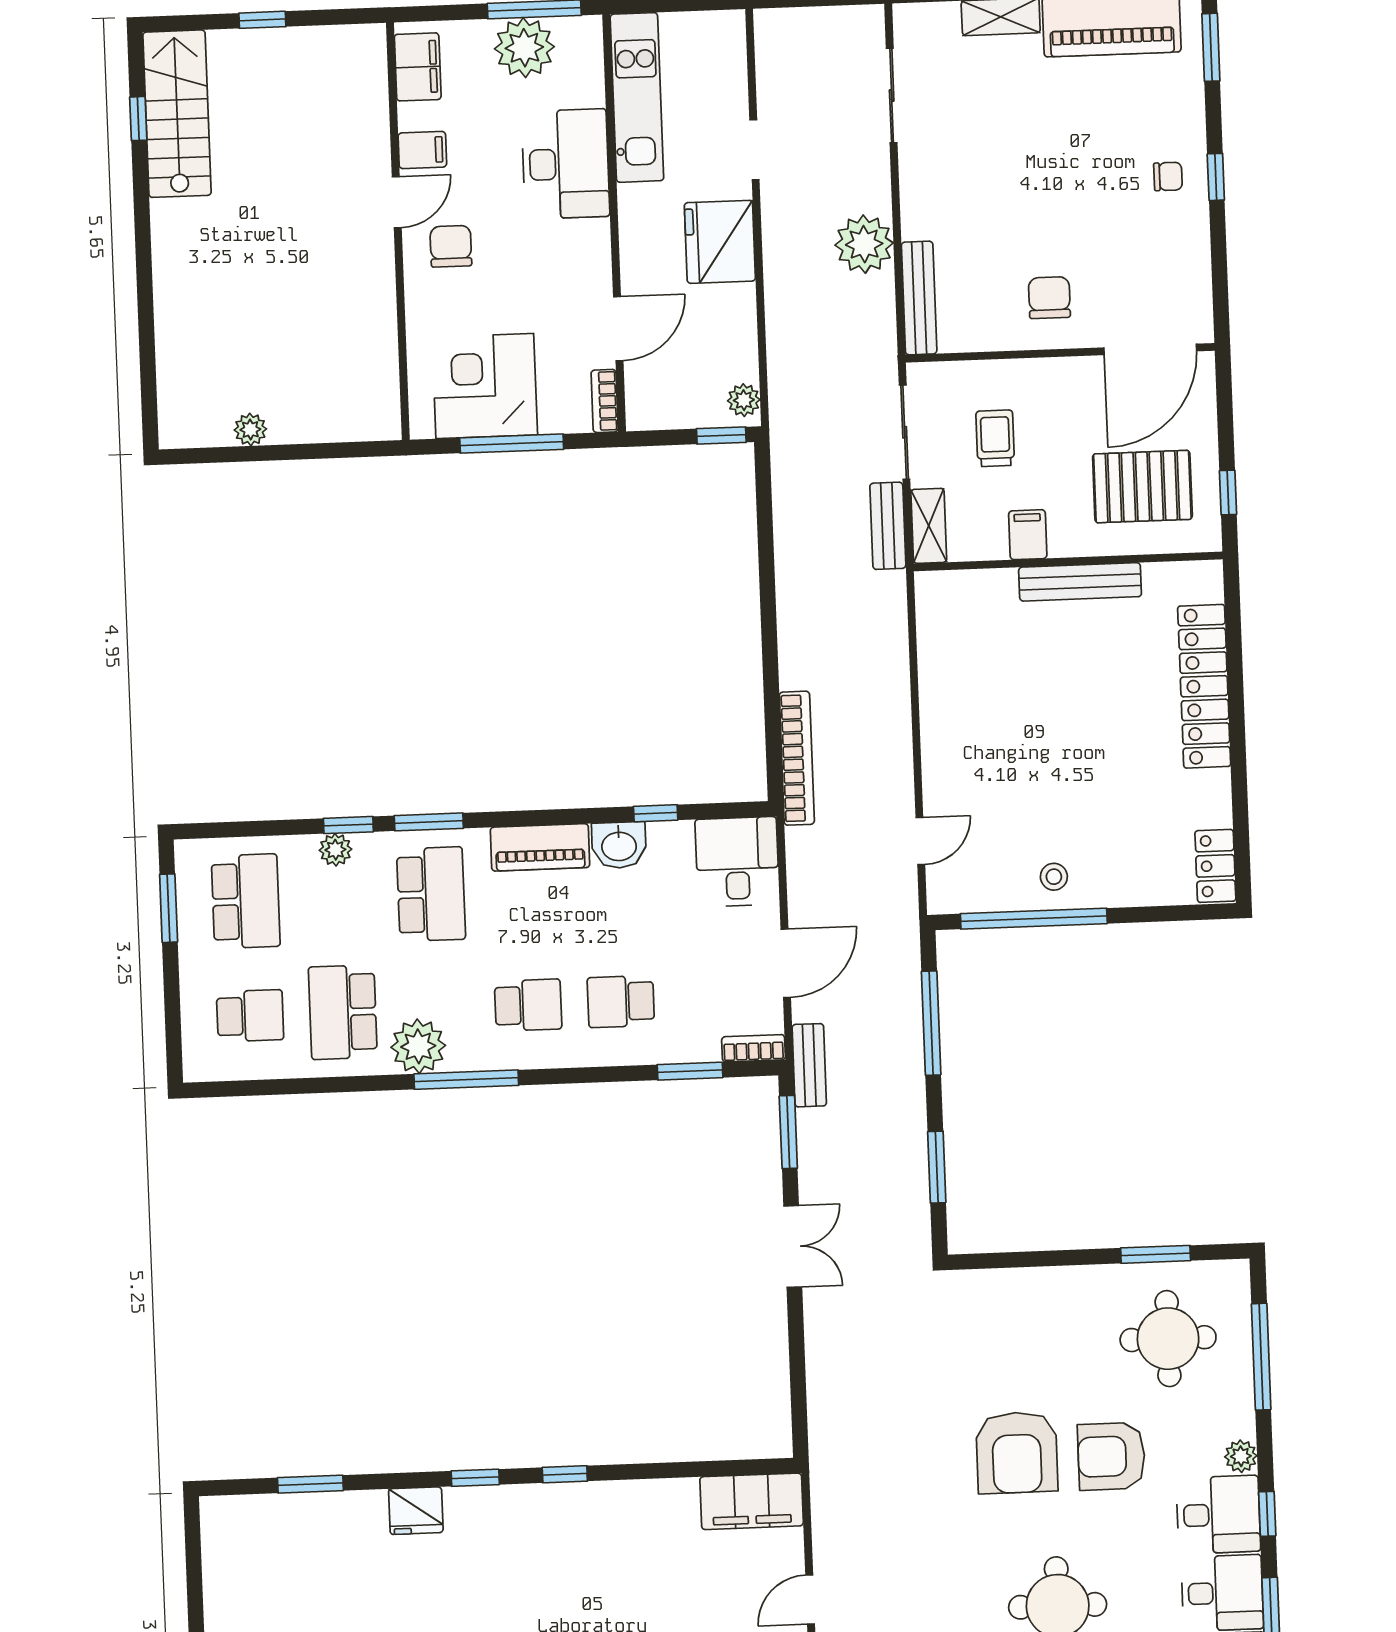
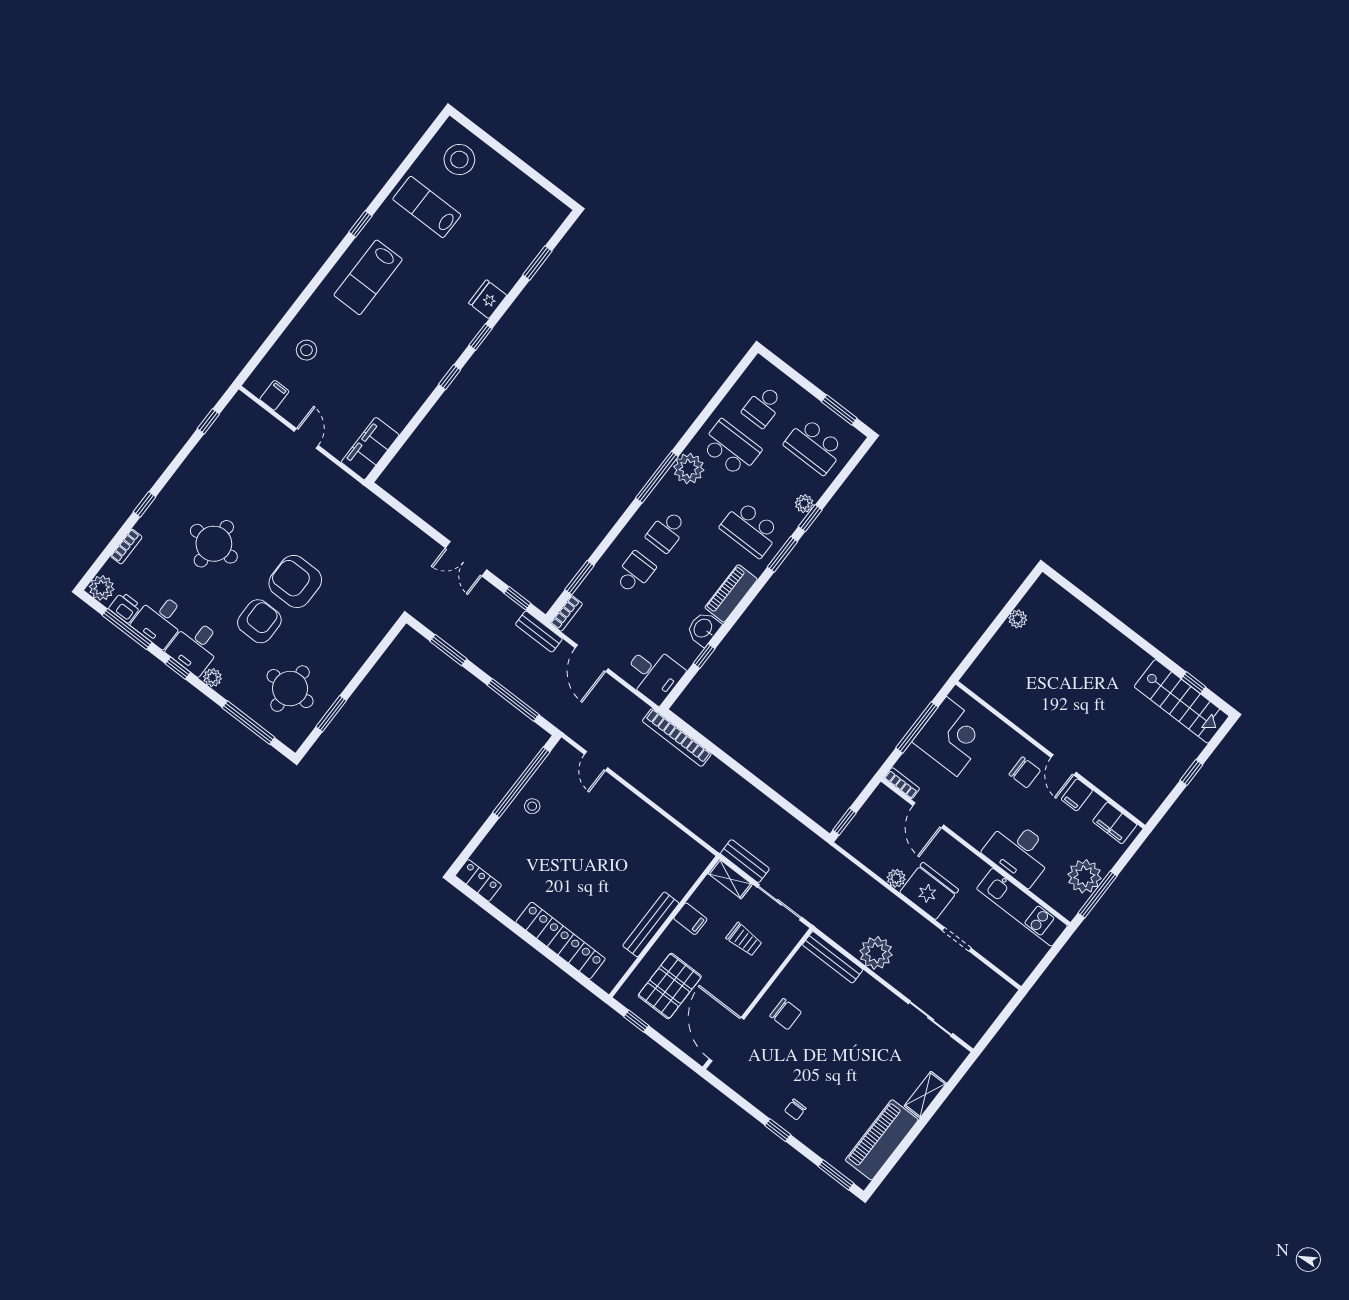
plant: (744, 400) -> (896, 878), moved
window: (788, 1132) -> (517, 598), width x0.67

